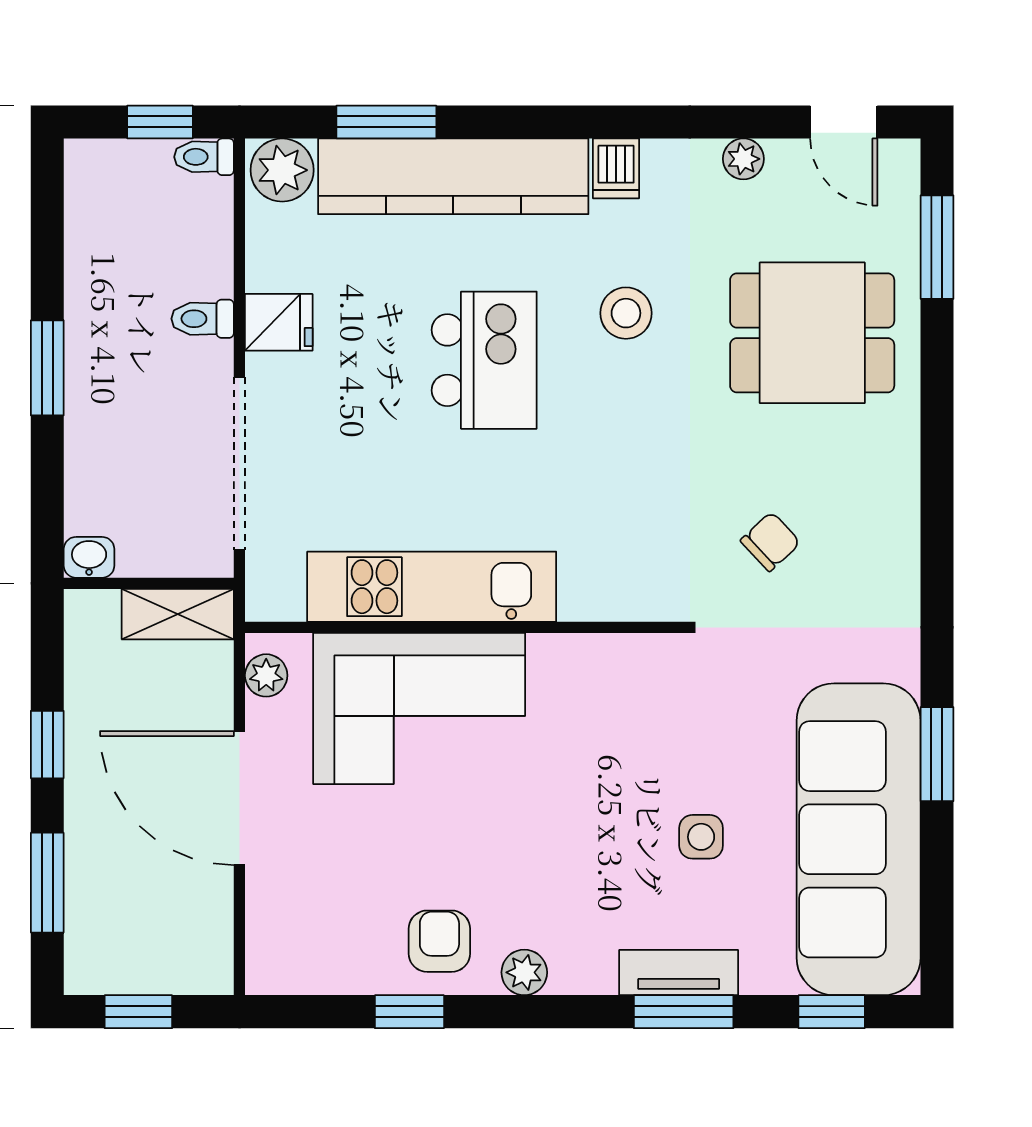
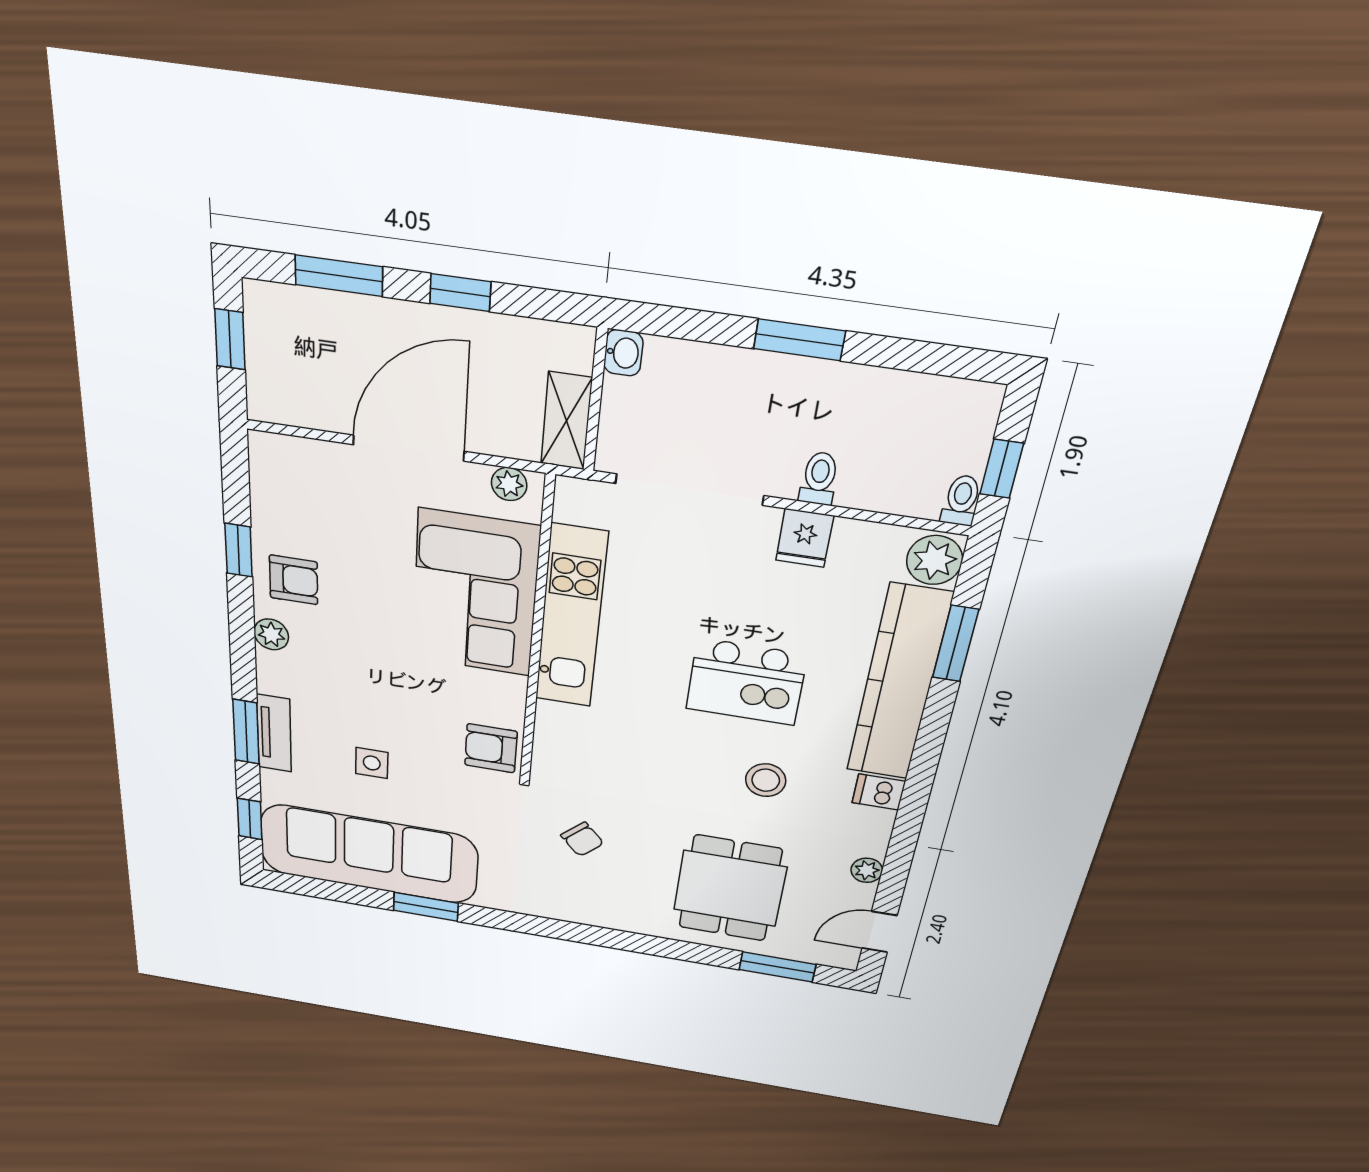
armchair: (646, 676) -> (491, 748), added

